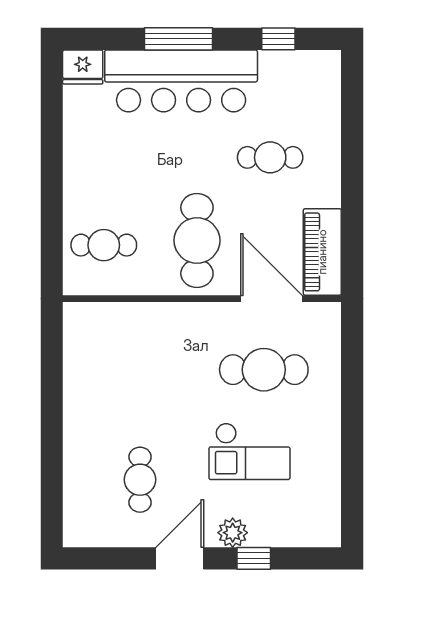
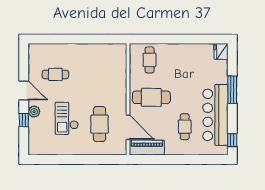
window: (278, 39) -> (232, 140), moved
bar counter: (181, 81) -> (215, 115), moved
door: (271, 299) -> (128, 127), hinge flipped

